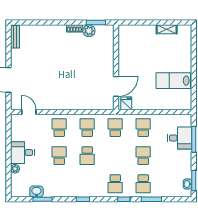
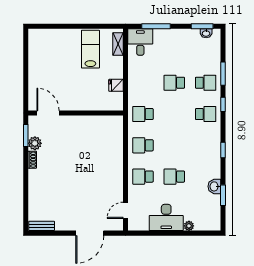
shelving: (167, 29) -> (118, 44), moved
lab bench: (173, 81) -> (90, 49), turned 180
door: (116, 86) -> (48, 113), moved
fridge: (126, 103) -> (116, 85), moved
school desk: (143, 128) -> (143, 83), removed
desk: (180, 138) -> (140, 42), moved
desk: (23, 153) -> (166, 217), width x1.37
school desk: (87, 156) -> (174, 145), removed
washbasin: (36, 192) -> (214, 186), moved

